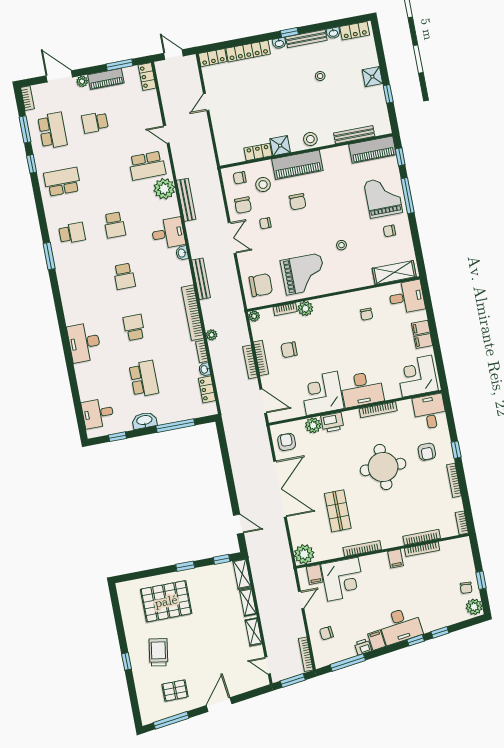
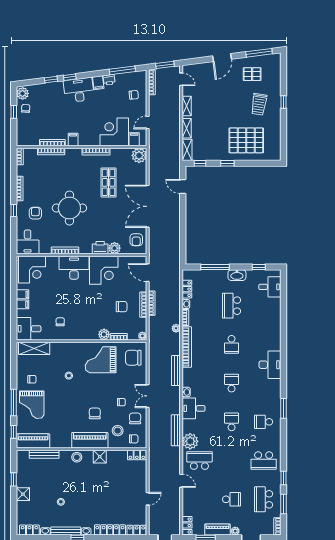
locker: (258, 152) -> (137, 455), moved
desk: (84, 342) -> (270, 365), moved

